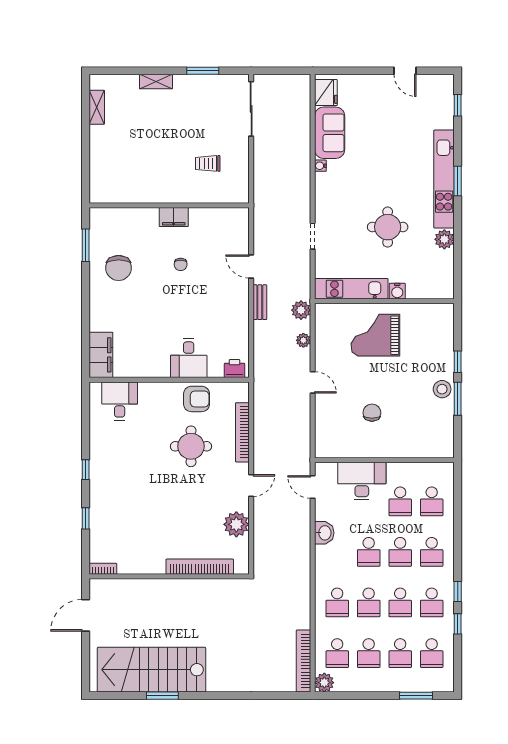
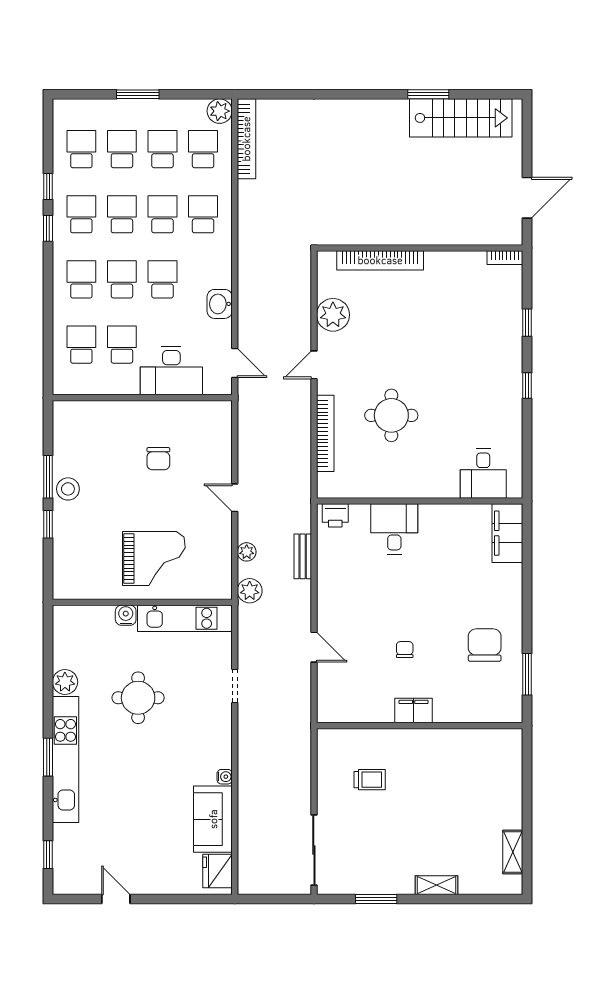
bench: (260, 302) -> (303, 556), moved
armchair: (197, 399) -> (384, 476), removed
stairs: (151, 670) -> (461, 118), width x0.73, depth x0.66
window: (416, 696) -> (138, 94), moved

